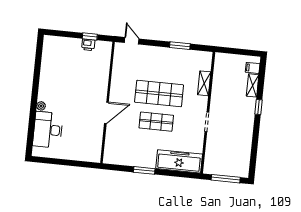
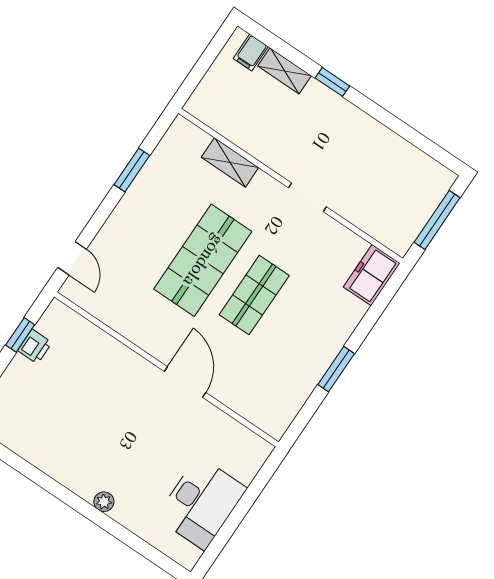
door: (132, 41) -> (72, 258), swing flipped
desk: (48, 130) -> (201, 503), moved, turned -90
freezer: (179, 161) -> (372, 275), width x0.52, depth x0.79

